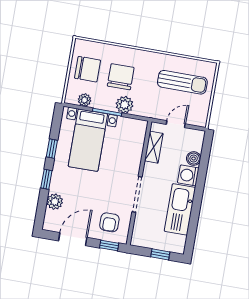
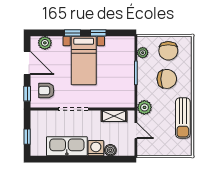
sun lounger: (182, 82) -> (183, 118), moved
plant: (124, 105) -> (144, 107), moved
bed with nightstands: (88, 140) -> (84, 60), moved, turned -90
plant: (55, 202) -> (45, 43), moved

